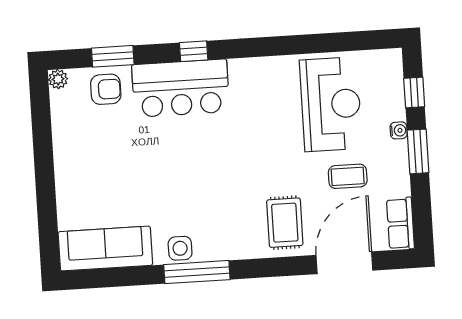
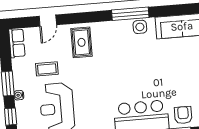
armchair: (106, 89) -> (183, 115), turned 90
door: (344, 263) -> (48, 21), width x0.53

